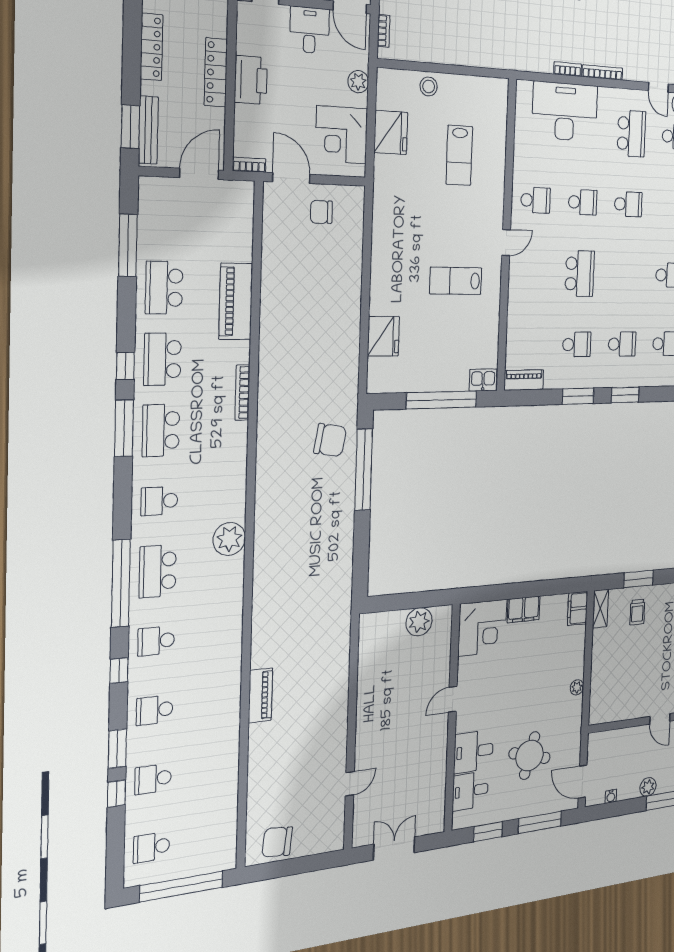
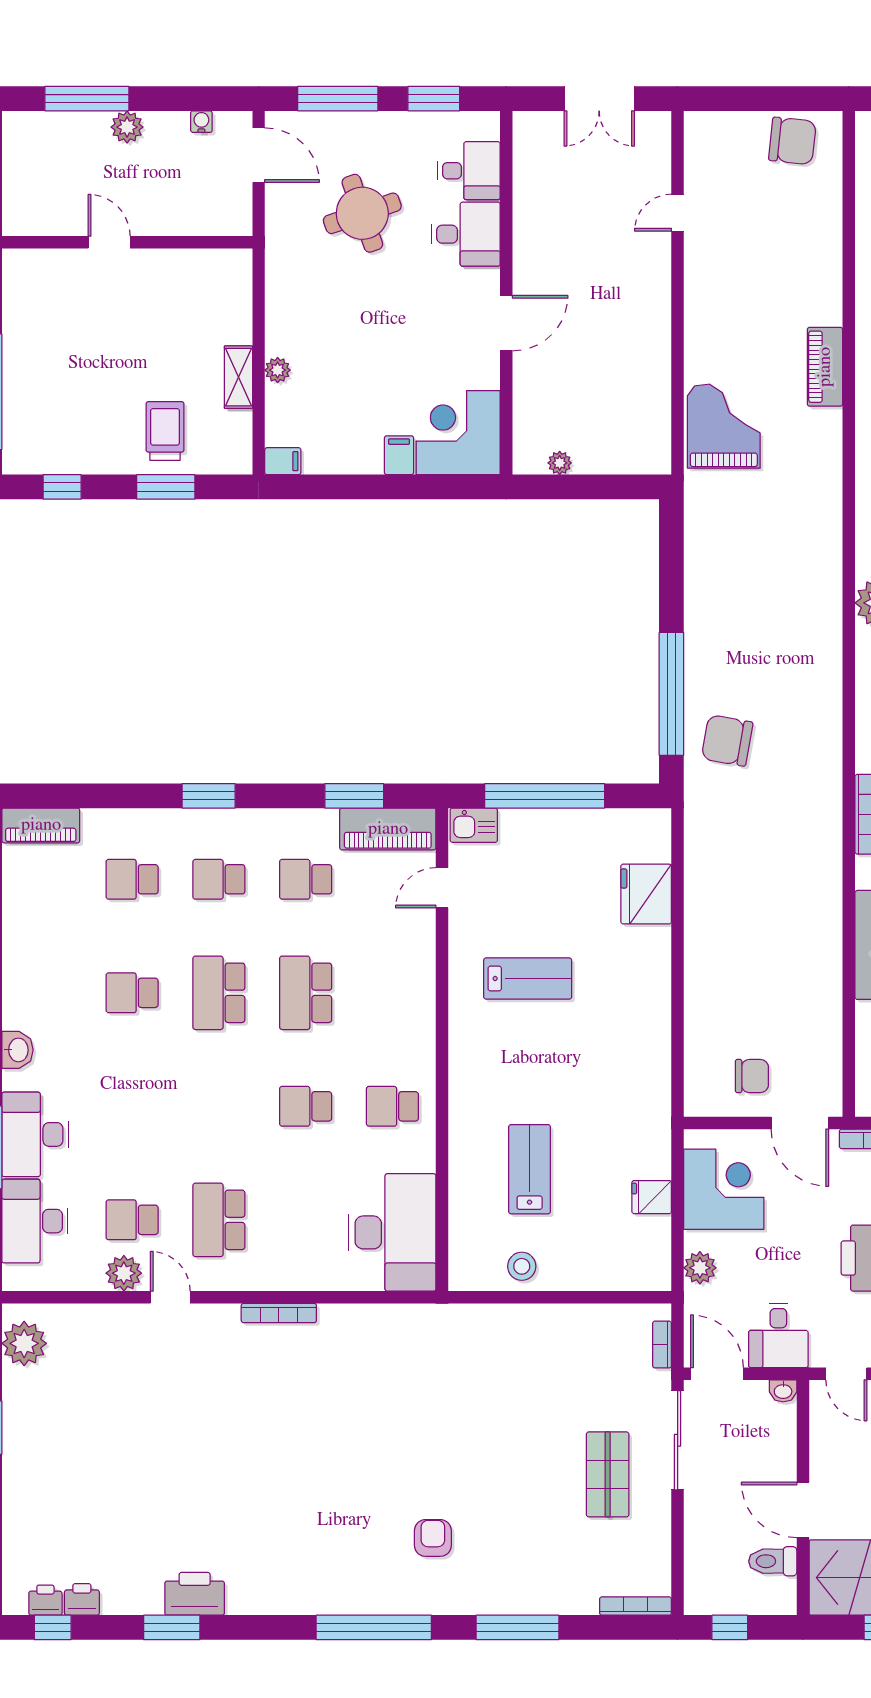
bookcase: (568, 69) -> (344, 1313), removed
stool: (429, 86) -> (522, 1266), moved
desk: (565, 111) -> (392, 1232), moved, turned -90
fridge: (391, 132) -> (652, 1197), width x0.53, depth x0.75
school desk: (628, 204) -> (219, 993), moved, width x1.85
door: (506, 243) -> (442, 888), moved
piano: (524, 380) -> (388, 829), width x1.37, depth x1.33
window: (578, 396) -> (354, 796), moved
filing cabinet: (578, 608) -> (283, 461), width x0.50
filing cabinet: (524, 609) -> (399, 455), width x0.50
shelving: (600, 609) -> (238, 377), moved
trolley: (637, 612) -> (165, 431), width x1.36, depth x1.39
plant: (419, 622) -> (560, 463), width x0.53, depth x0.53
grand piano: (326, 649) -> (724, 426), added
plant: (577, 687) -> (278, 370), moved
door: (453, 699) -> (506, 323), width x1.38
round table: (530, 756) -> (362, 213), turned -34

